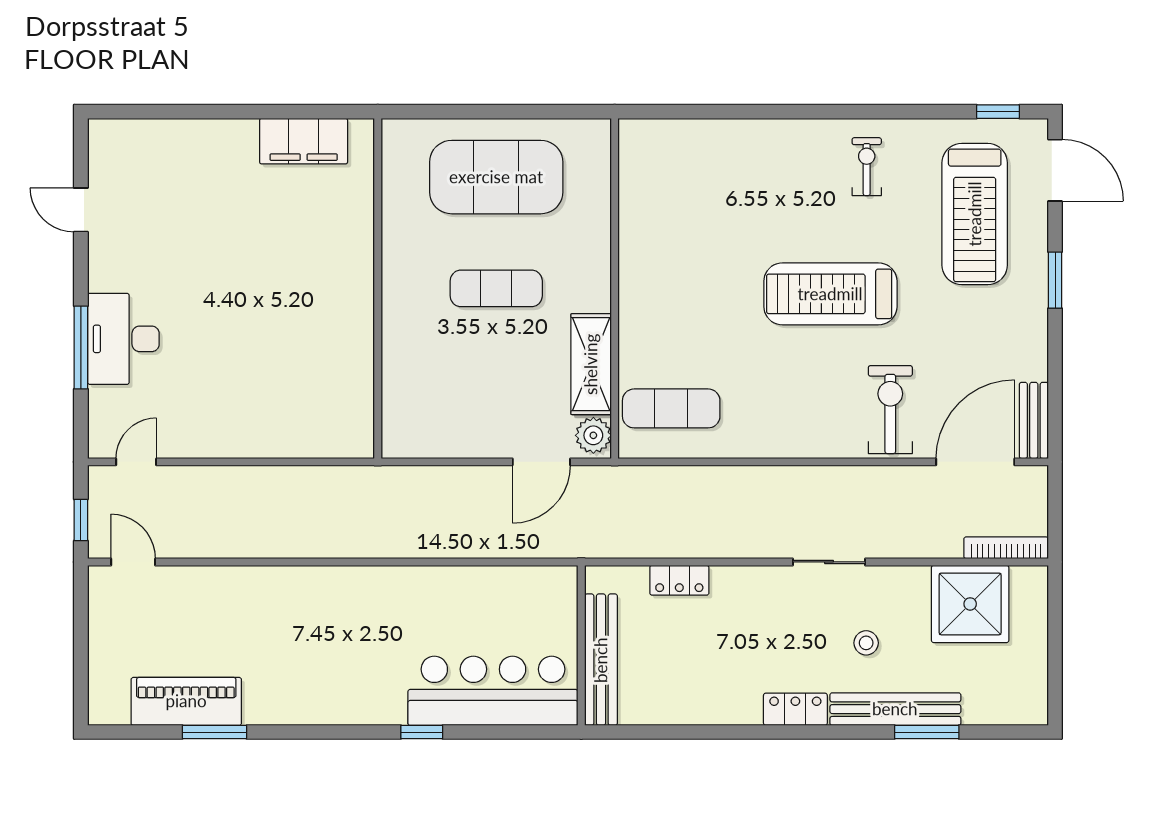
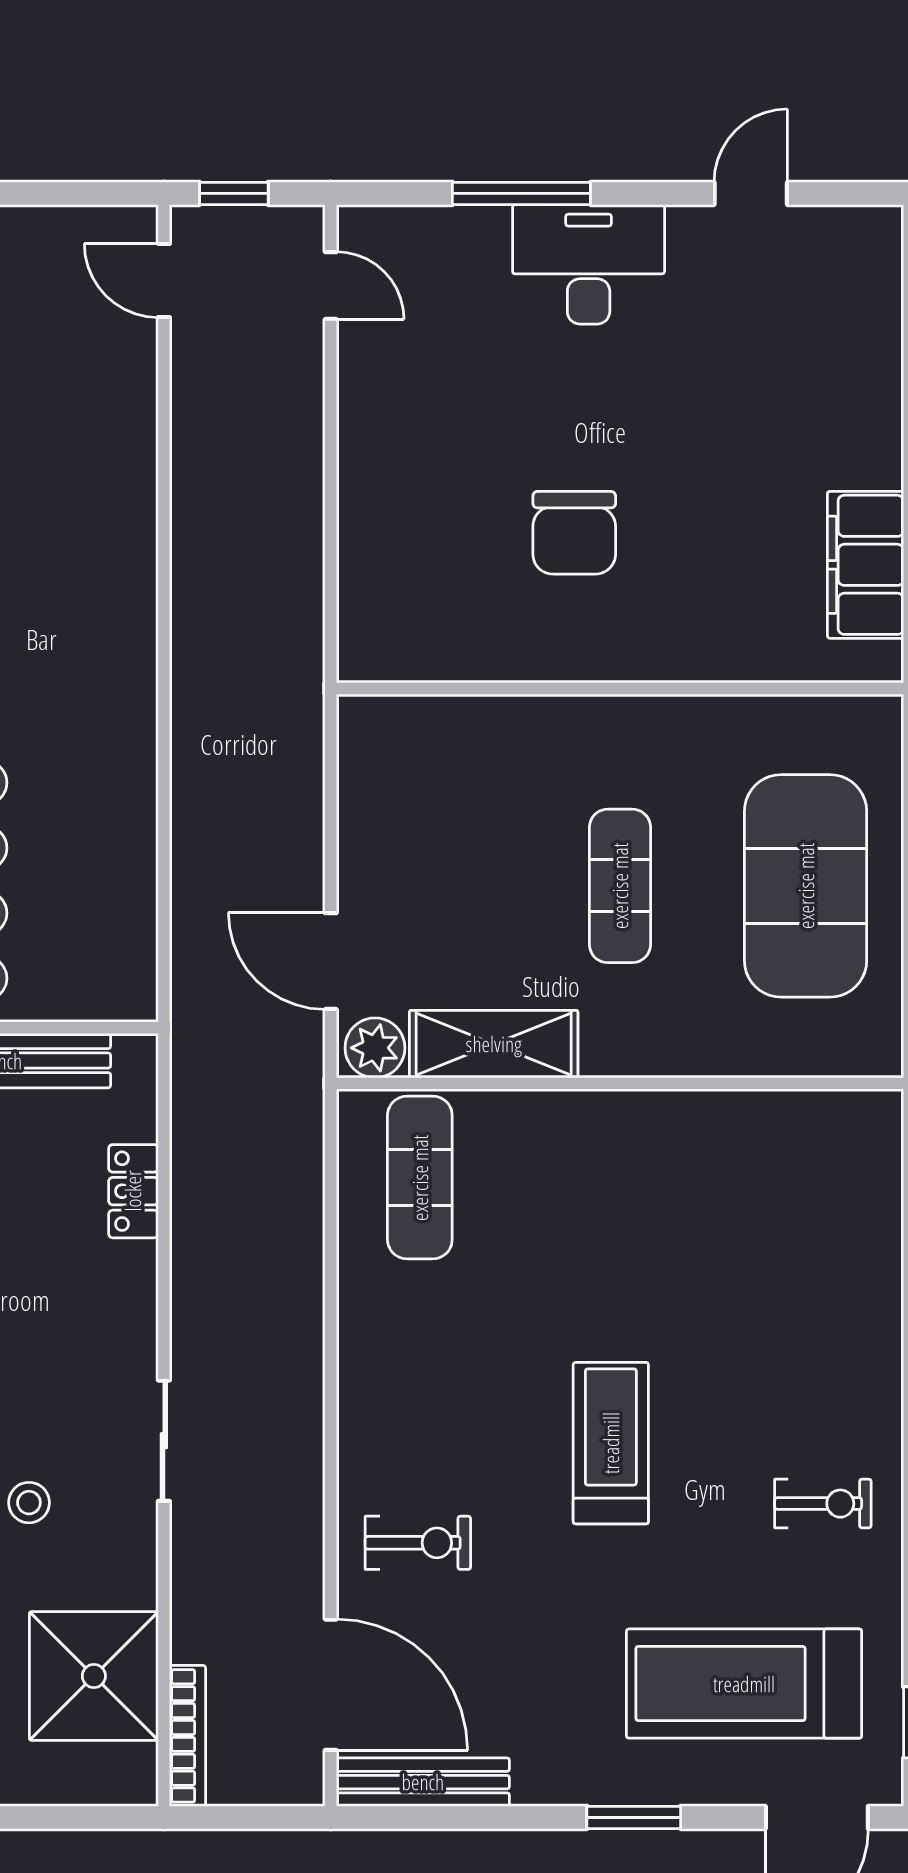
treadmill: (830, 294) -> (611, 1443), width x0.73, depth x0.73
chair: (284, 316) -> (574, 533), added
desk: (123, 339) -> (589, 264), moved
exercise bike: (890, 410) -> (418, 1543), width x0.73, depth x0.72
bench: (1034, 420) -> (423, 1782), width x1.36
door: (133, 562) -> (164, 280), swing flipped

